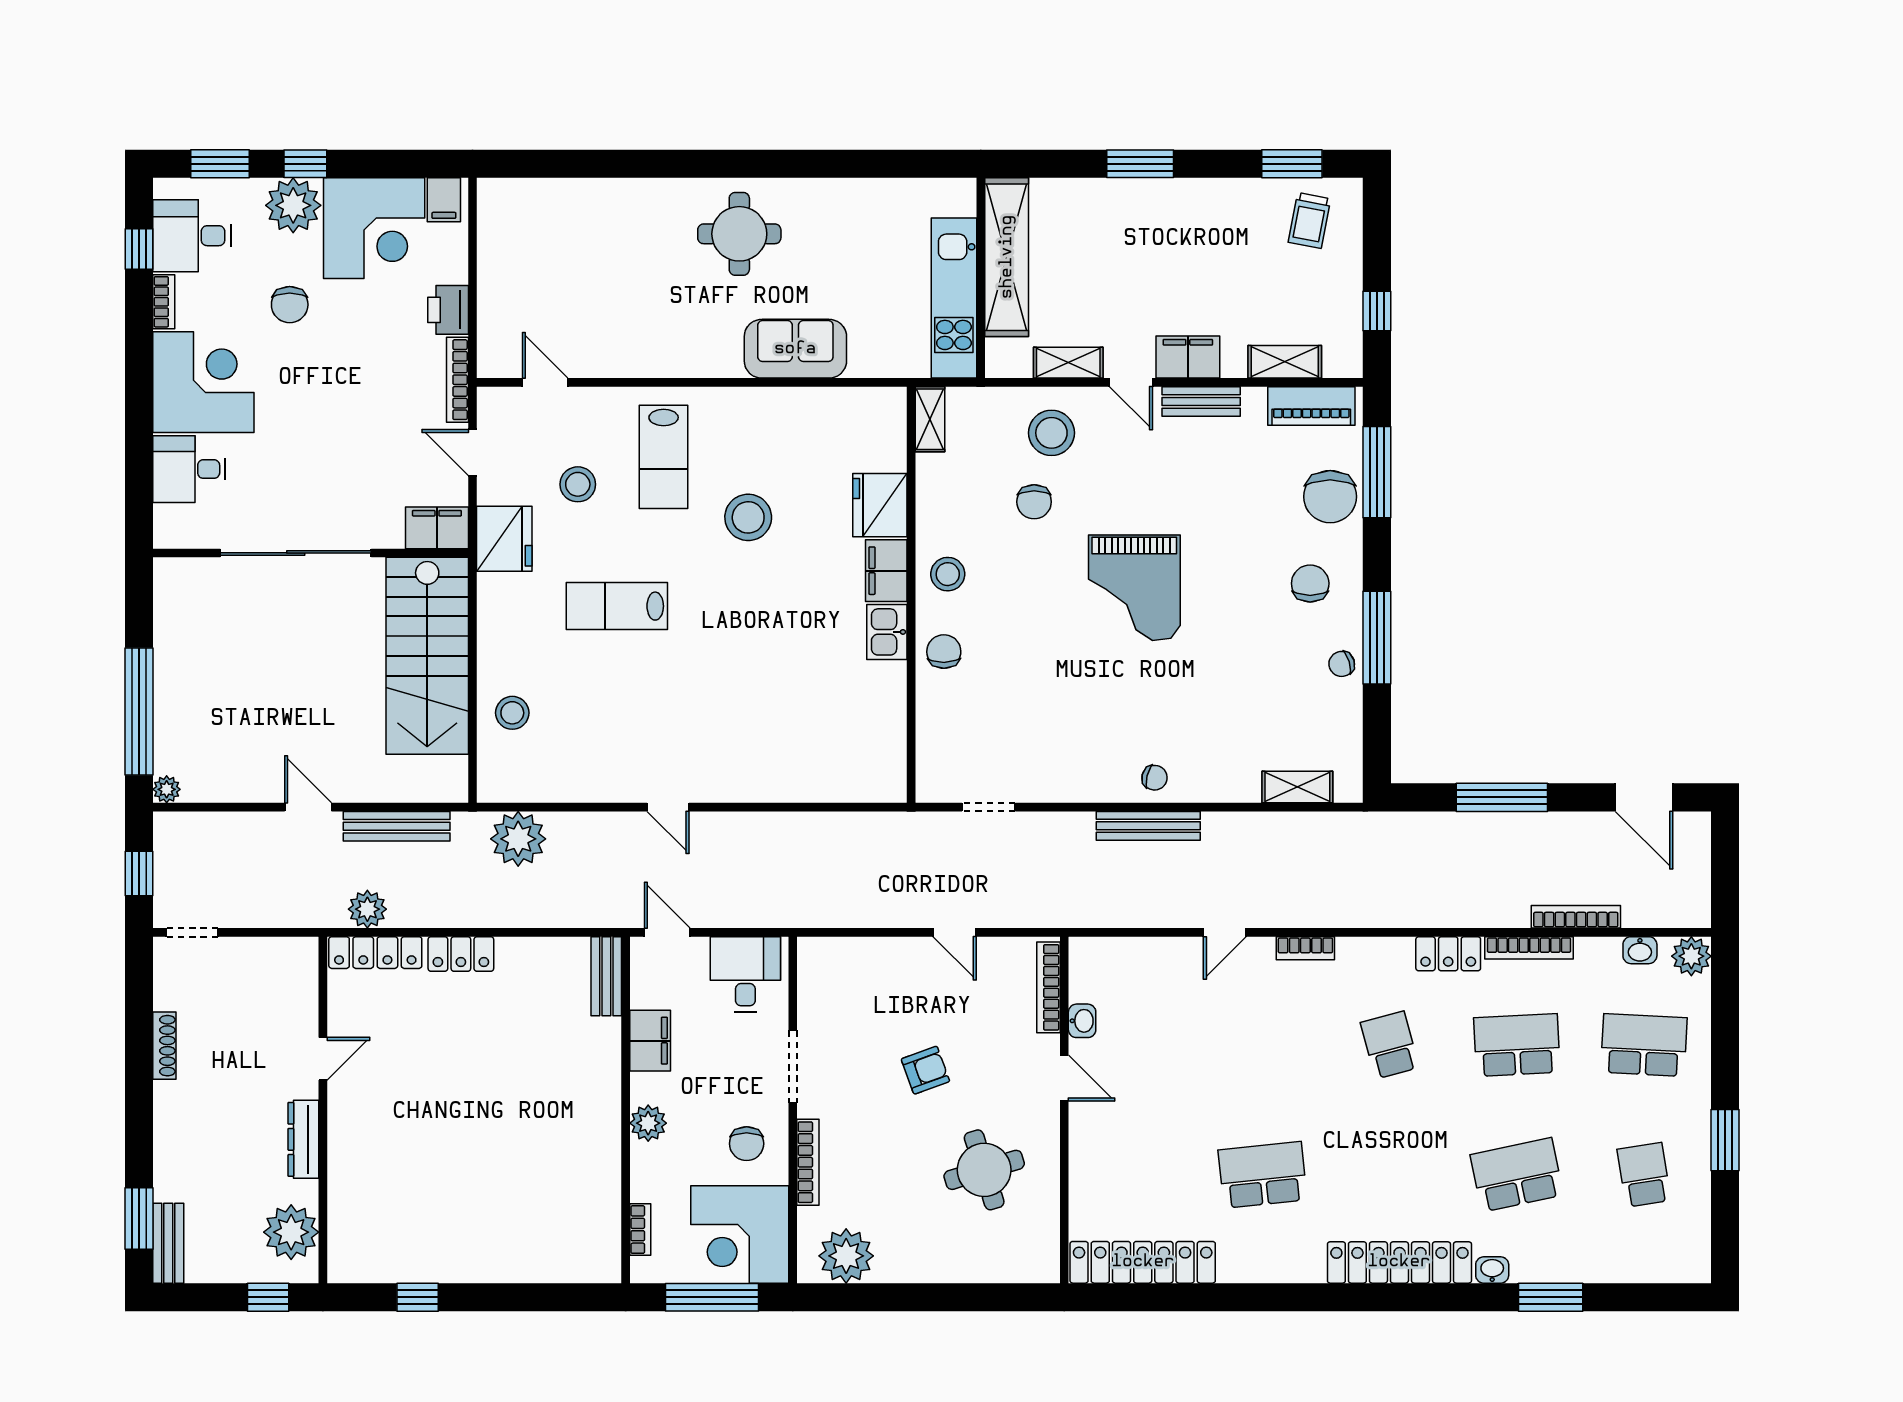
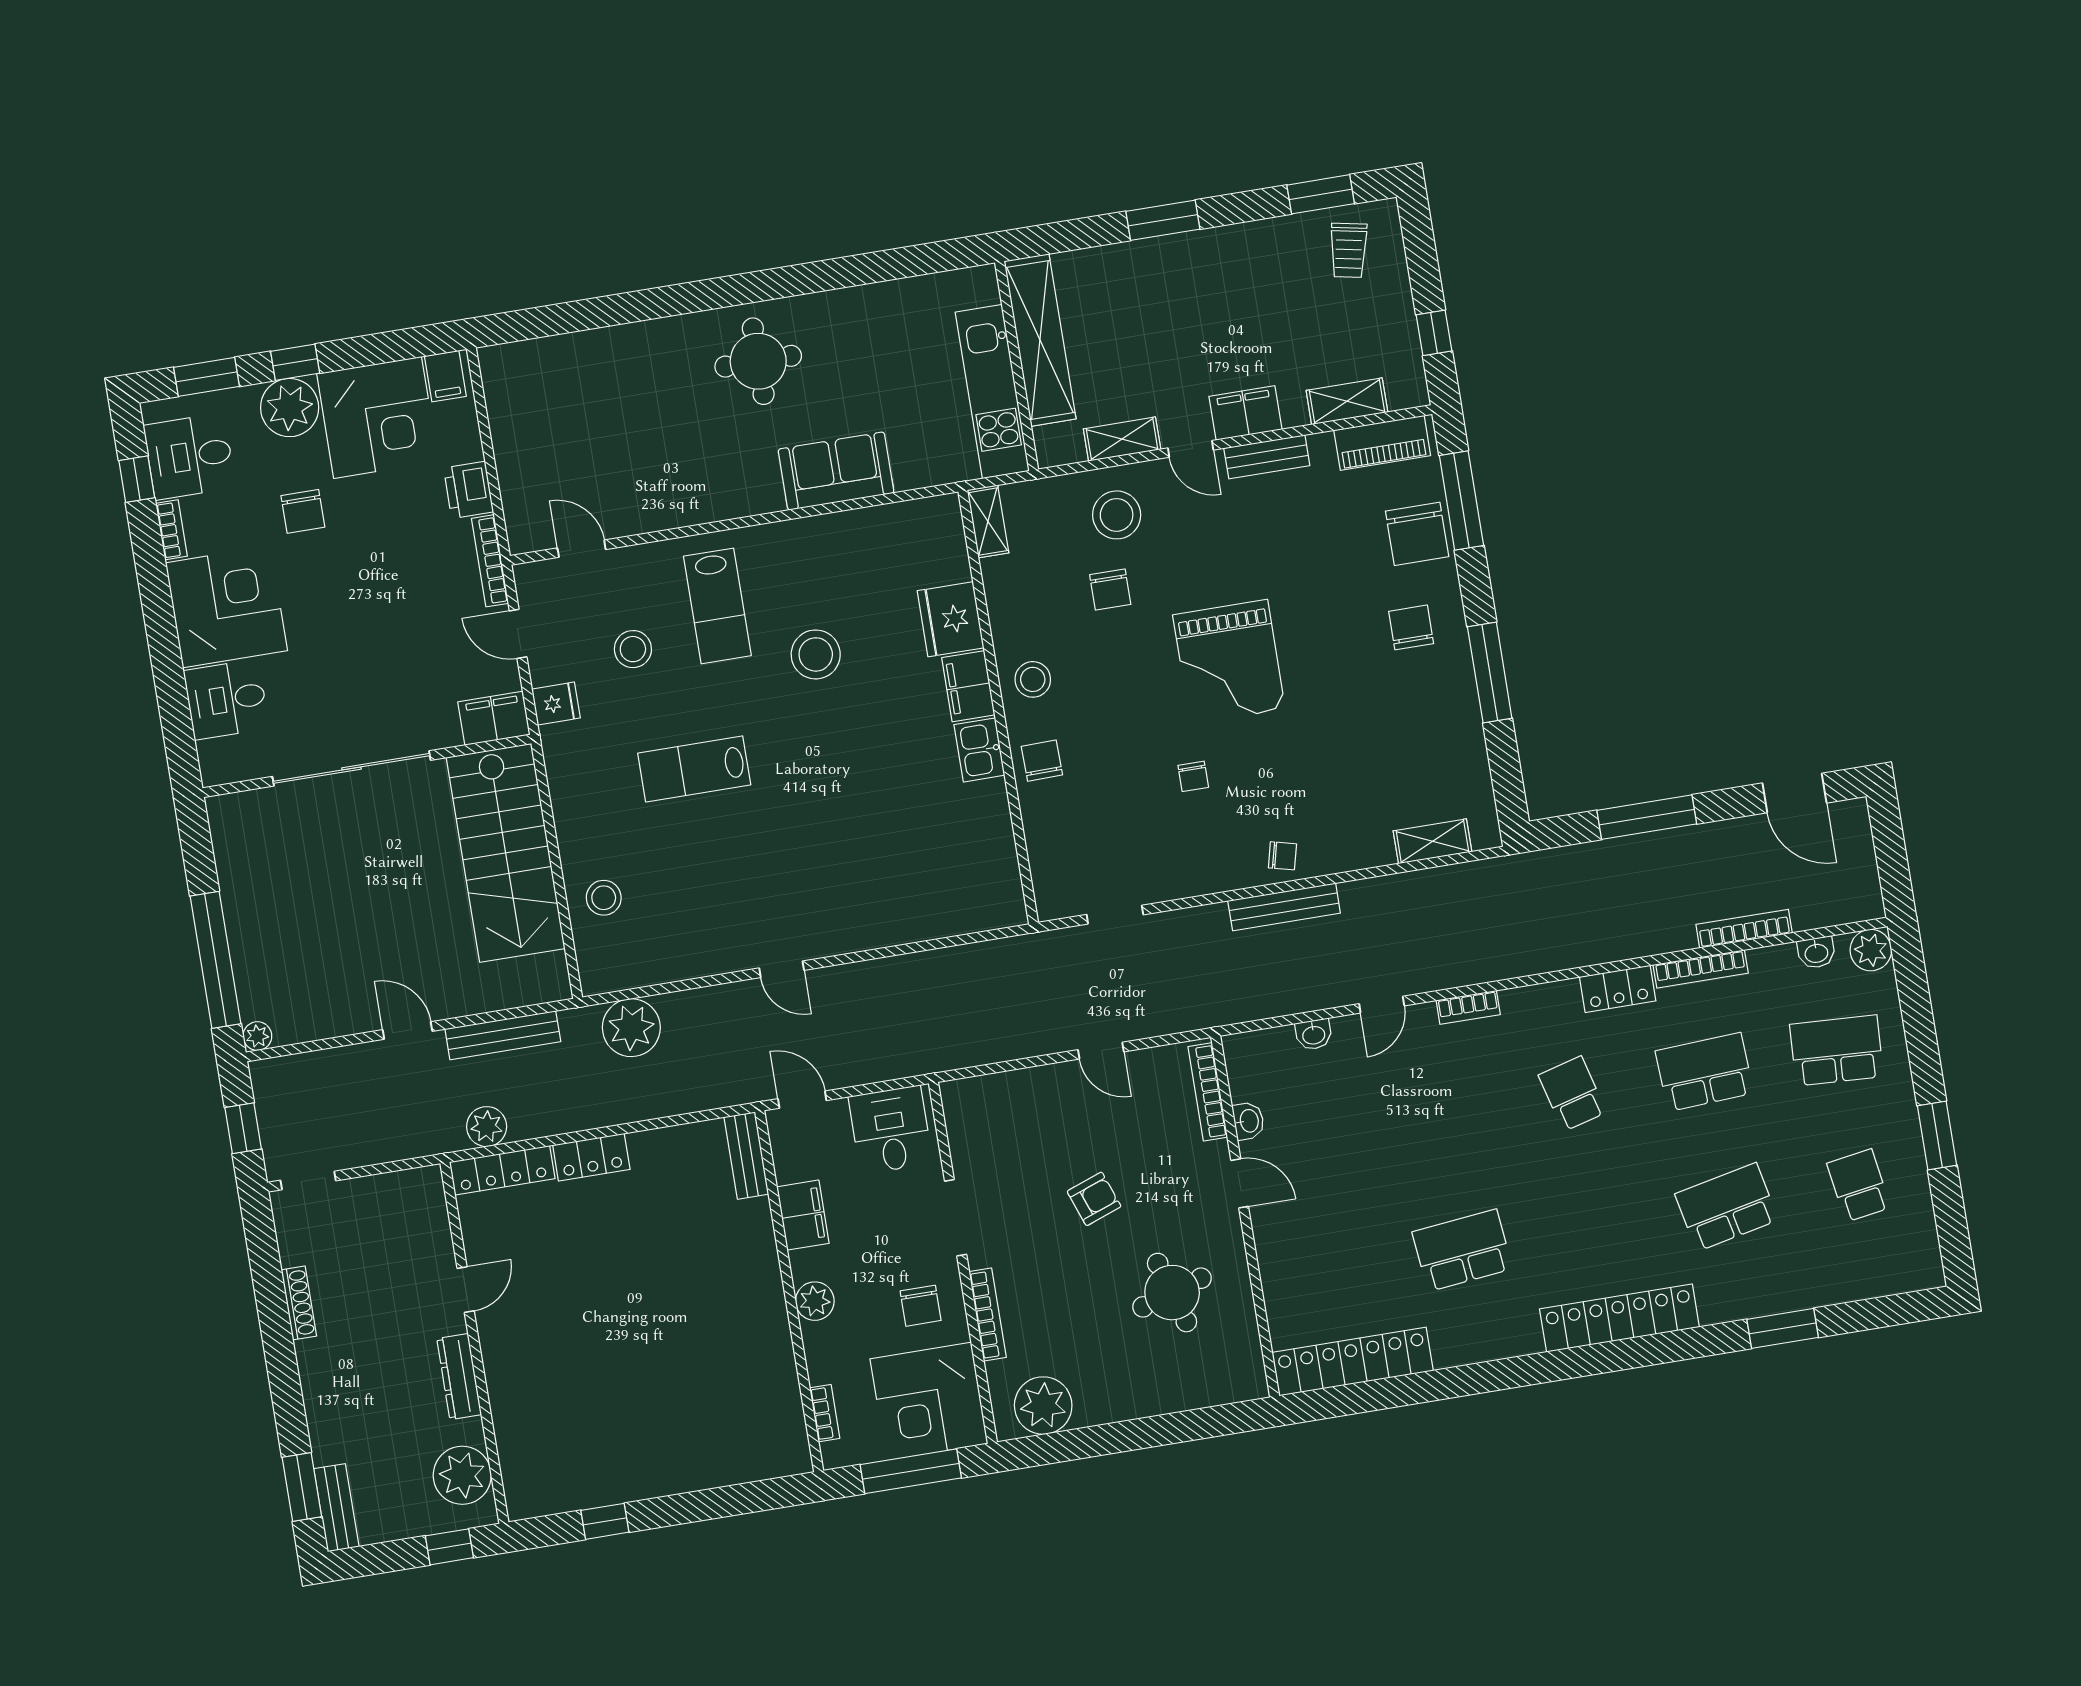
fridge: (504, 539) -> (556, 704), width x0.53, depth x0.75
chair: (1342, 664) -> (1193, 776), moved, turned -73
washbasin: (1492, 1270) -> (1314, 1034), moved, turned 180

